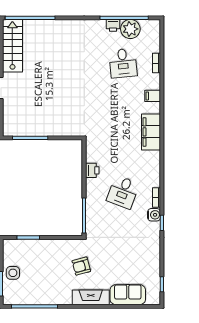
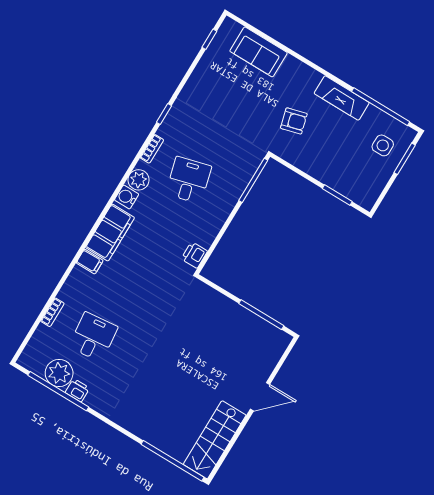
filing cabinet: (153, 96) -> (90, 262), moved
printer: (92, 170) -> (194, 255), moved
plant: (153, 174) -> (139, 180), added
desk: (123, 192) -> (189, 180), turned -36
water cooler: (154, 215) -> (127, 197), moved
side table: (13, 273) -> (383, 145), moved
fireplace: (91, 297) -> (342, 98), moved

